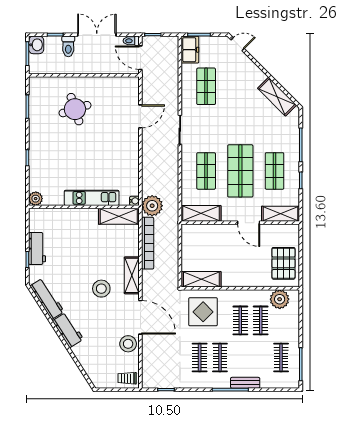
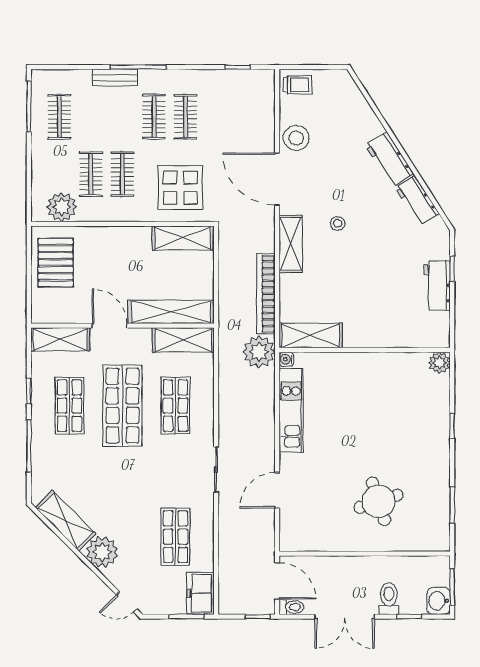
plant: (253, 76) -> (102, 552), added
kitchen unit: (92, 198) -> (291, 410), moved, turned -90
shelving: (209, 232) -> (171, 312), added
stool: (101, 289) -> (338, 223), width x0.53, depth x0.53
workbench: (47, 299) -> (417, 200), width x0.73

